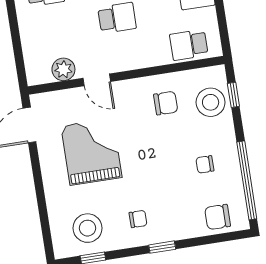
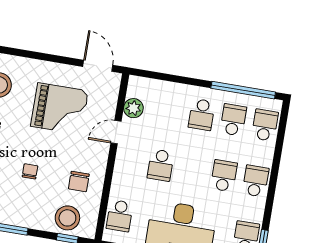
school desk: (189, 45) -> (120, 216), turned 180
chair: (205, 164) -> (30, 171), moved

